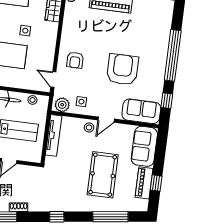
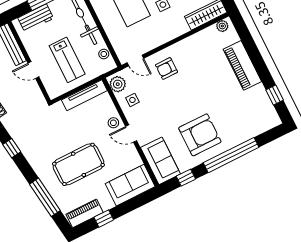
armchair: (122, 69) -> (200, 135), moved
door: (53, 79) -> (135, 61), swing flipped
piano: (144, 183) -> (85, 213), moved

